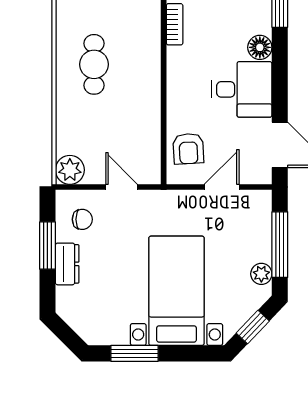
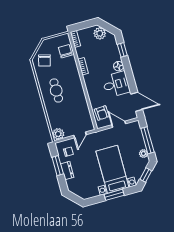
door: (122, 187) -> (80, 135), swing flipped
door: (222, 187) -> (119, 124), hinge flipped
window: (134, 353) -> (114, 195), moved

